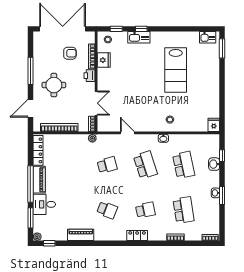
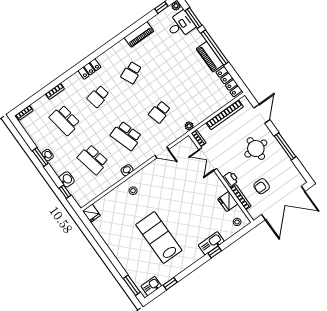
window: (116, 29) -> (170, 284), moved
desk: (44, 204) -> (180, 25), moved
school desk: (107, 210) -> (131, 73), turned -45

